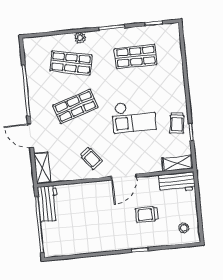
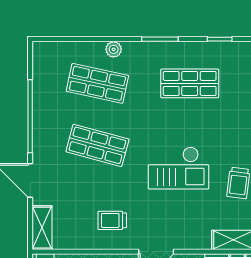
shop shelf: (75, 106) -> (97, 145), turned 33
trolley: (91, 158) -> (112, 220), turned 128

